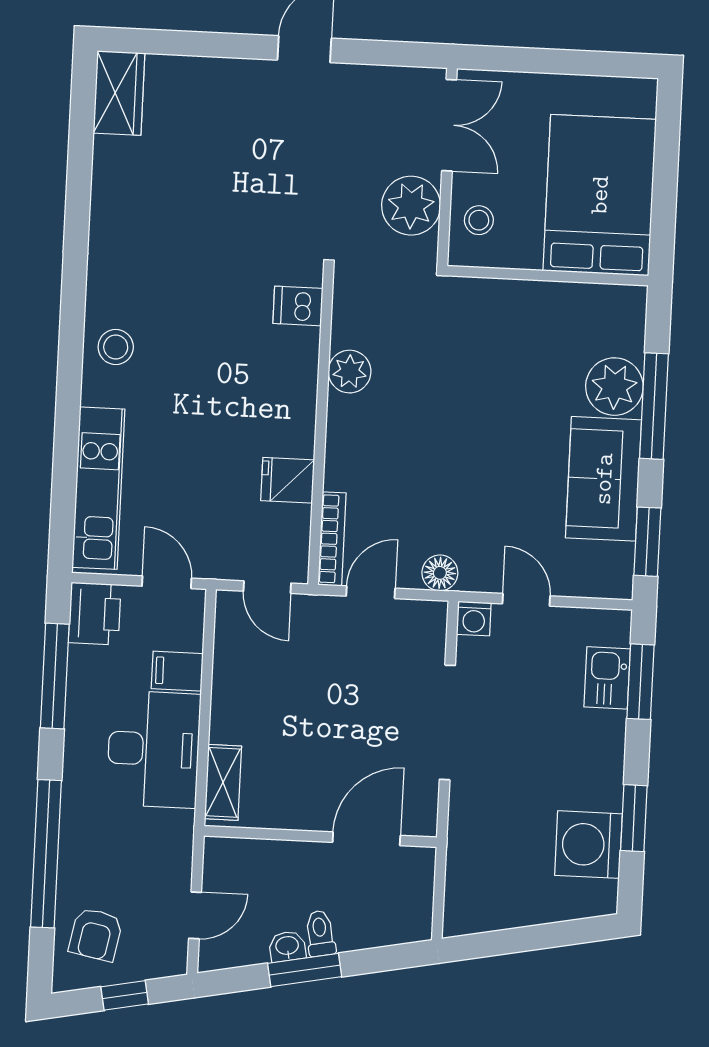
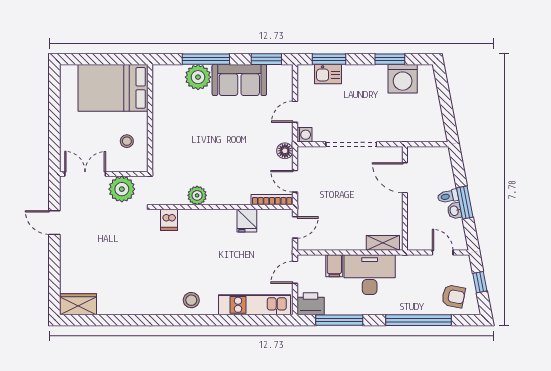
double door: (449, 125) -> (85, 174), moved
wall: (447, 167) -> (104, 174), moved
plant: (411, 206) -> (122, 189), moved

